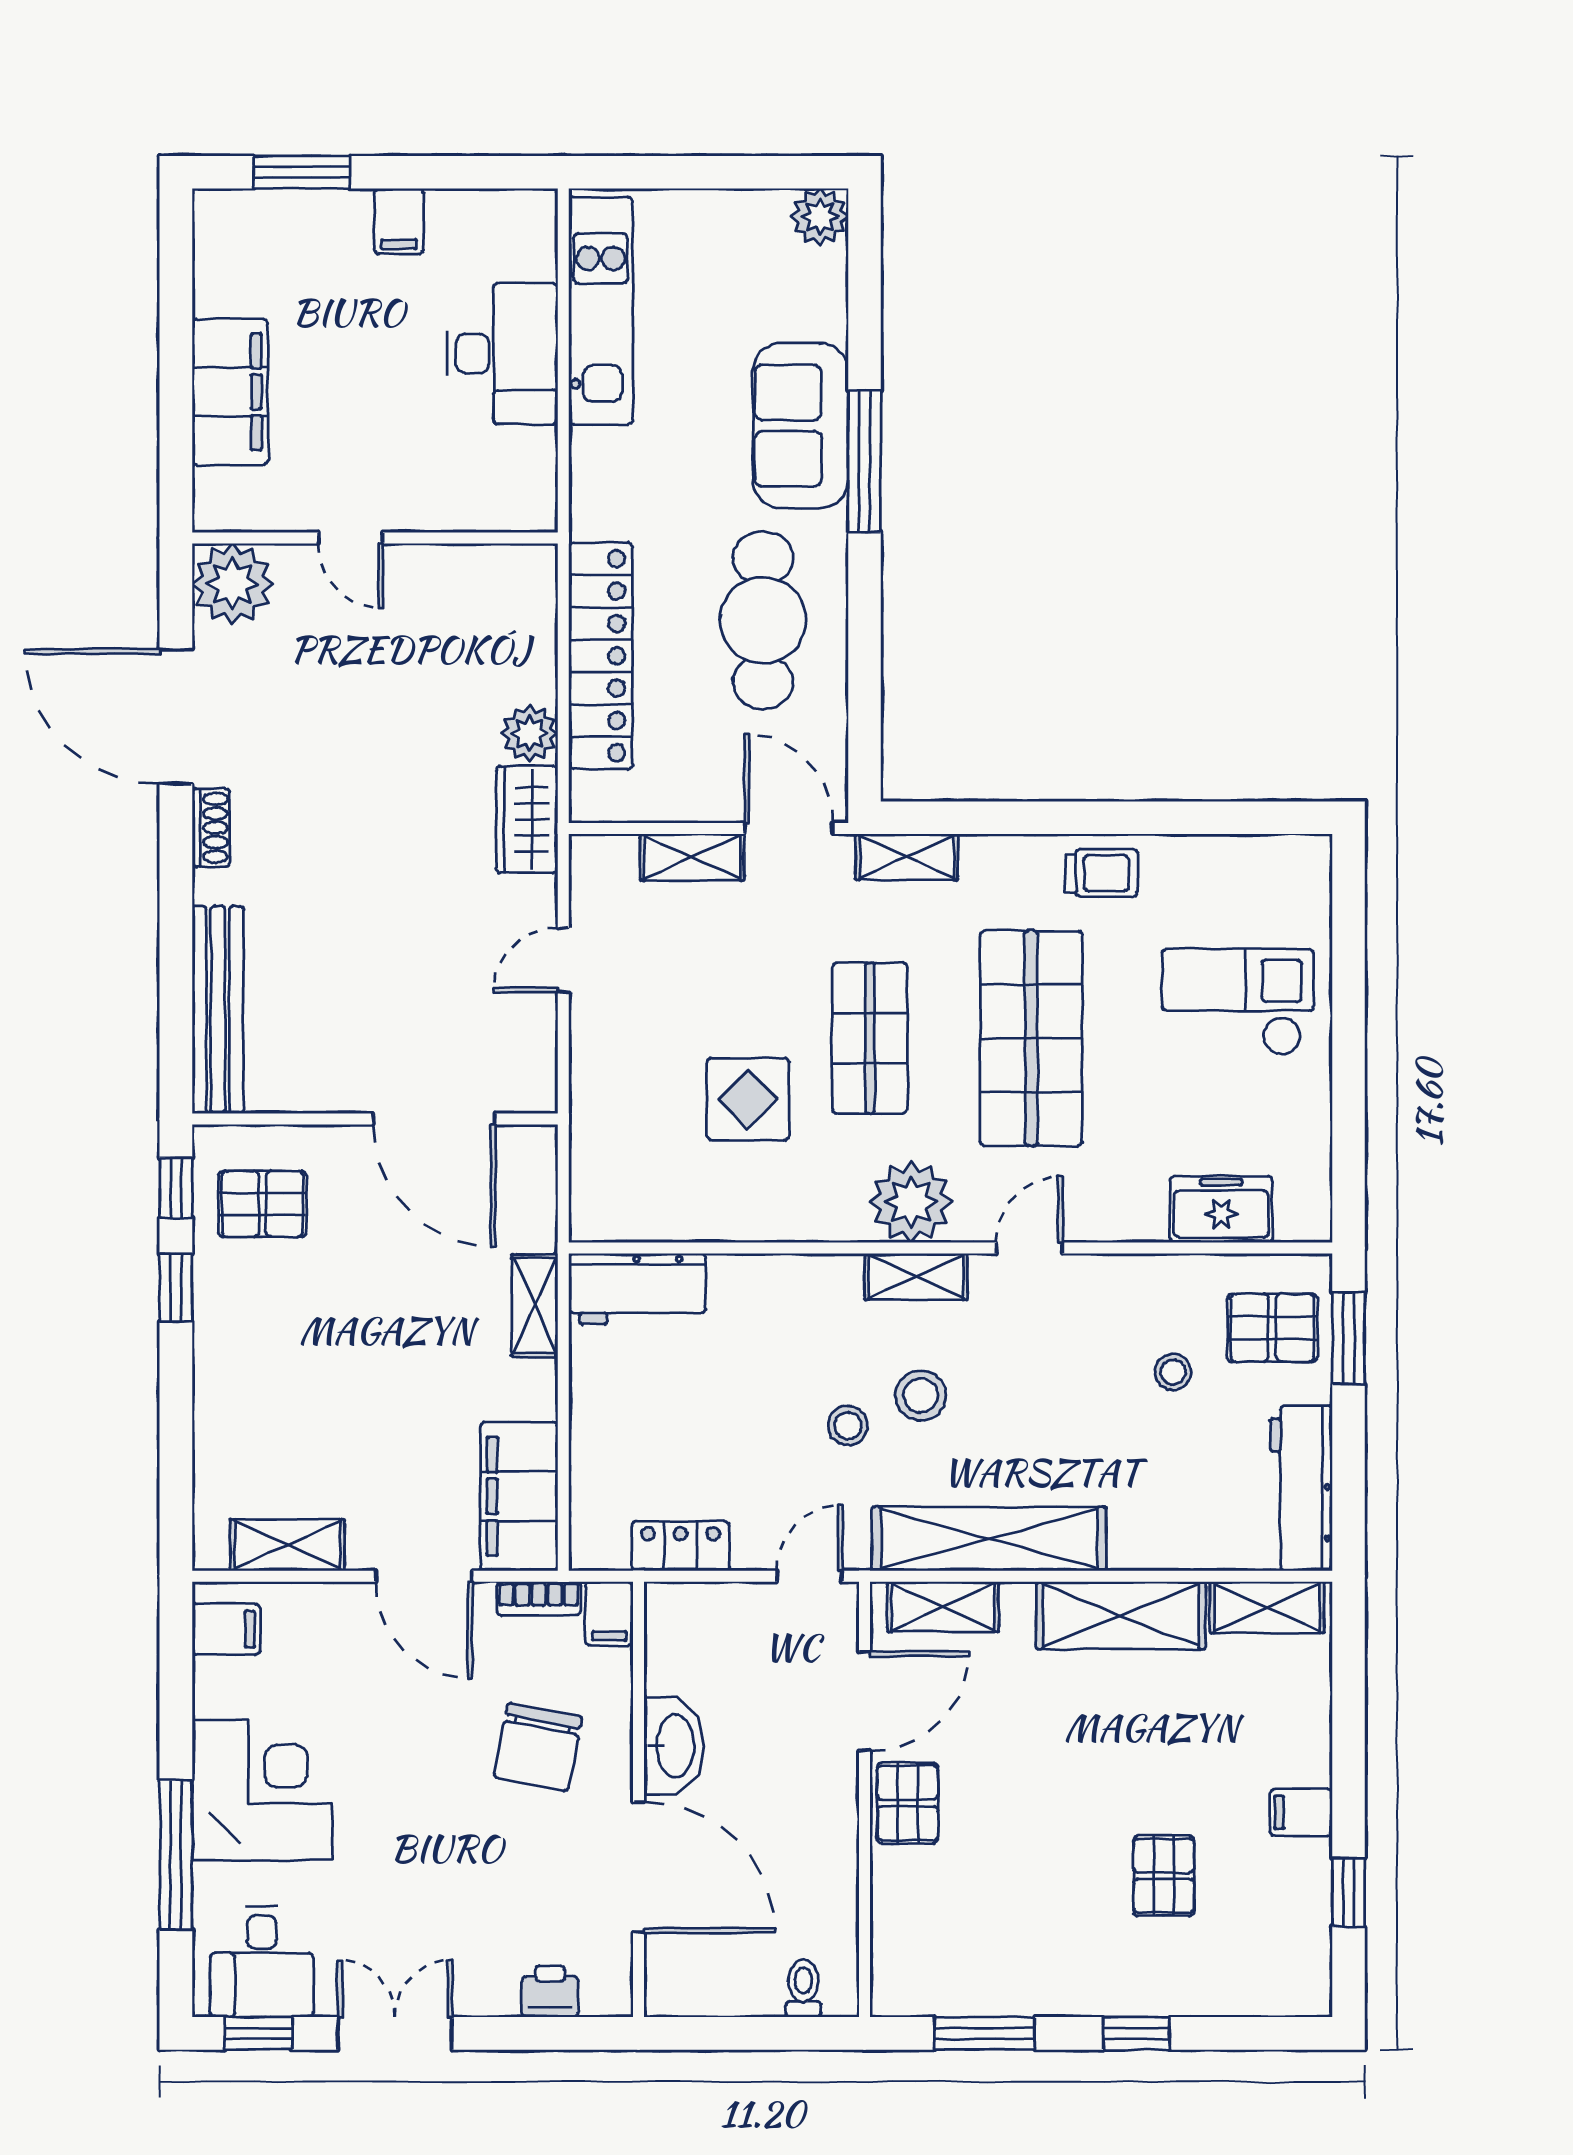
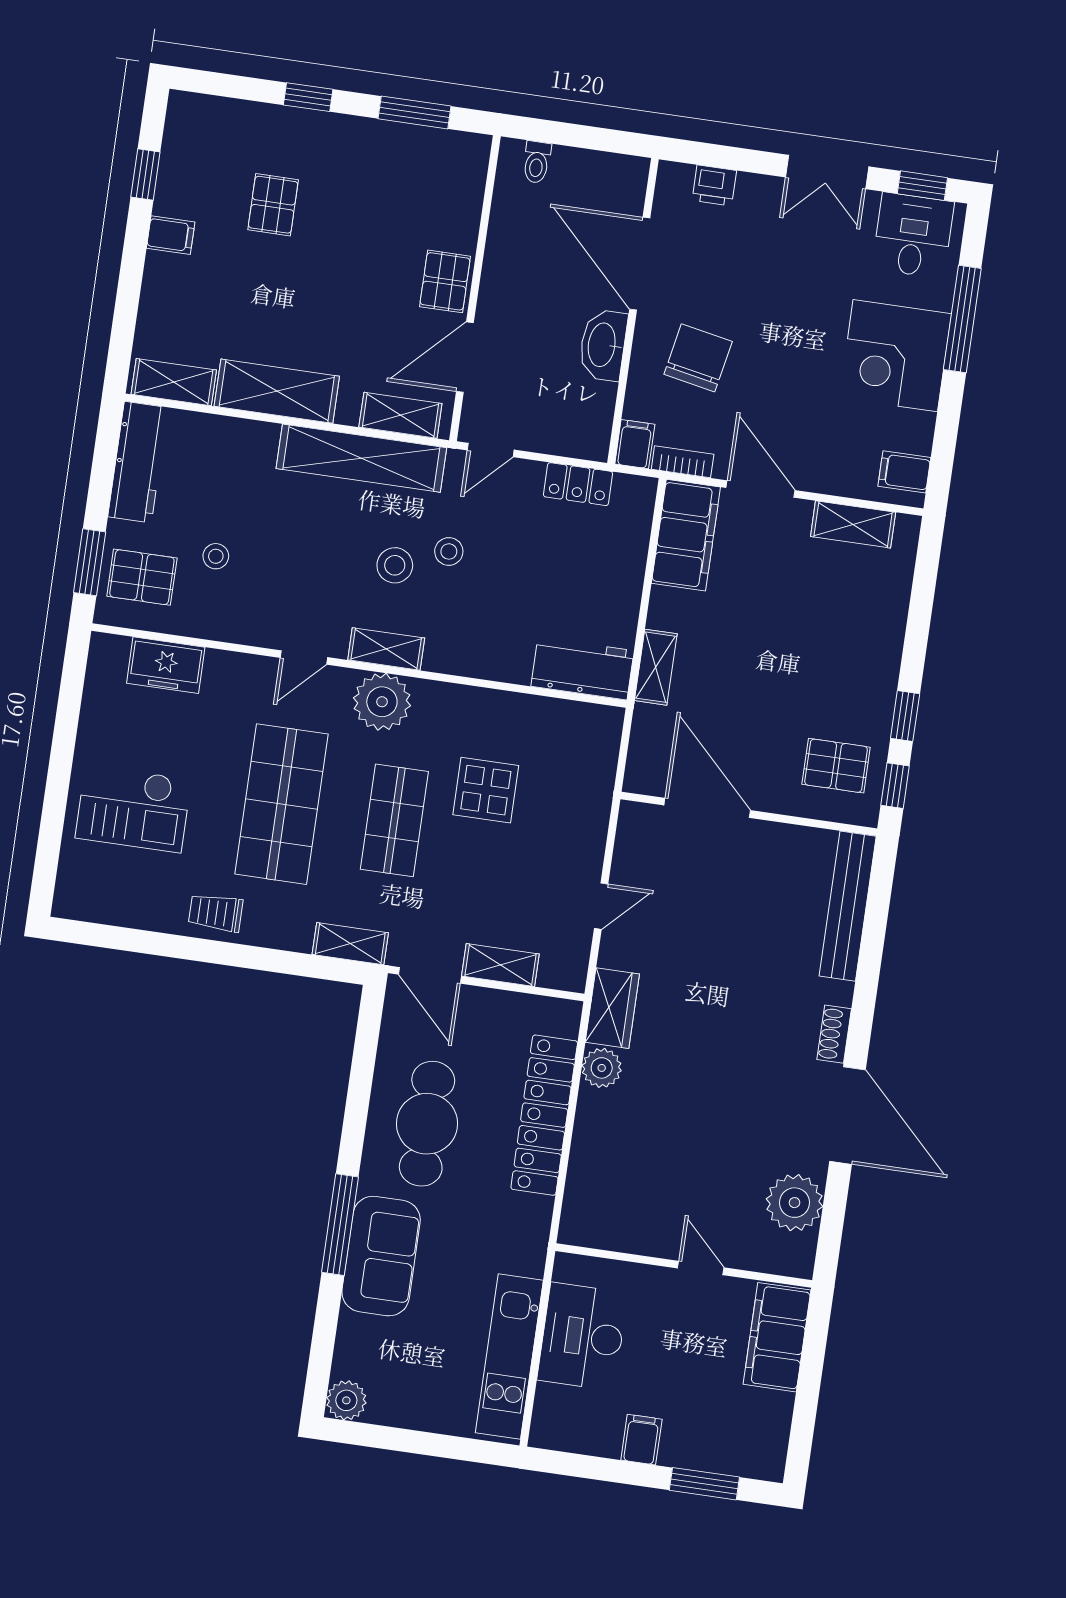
door: (351, 538) -> (701, 1268), moved
wall: (375, 538) -> (684, 1266), moved

